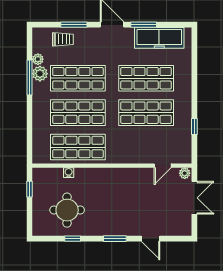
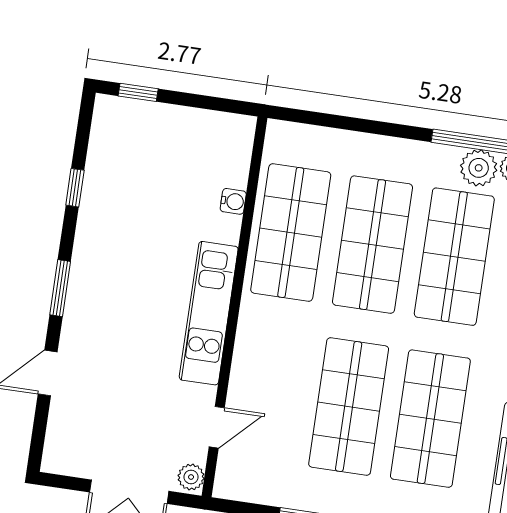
door: (163, 166) -> (217, 427), swing flipped
kitchen unit: (116, 176) -> (209, 313), added
window: (29, 189) -> (138, 92), moved
round table: (67, 210) -> (145, 185), removed

